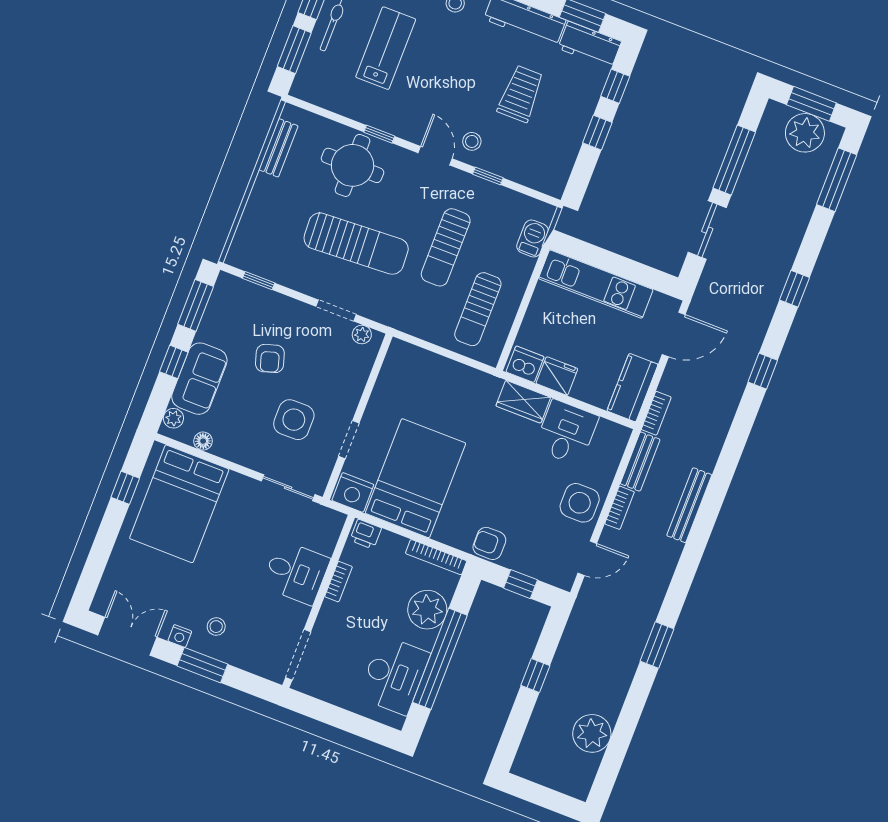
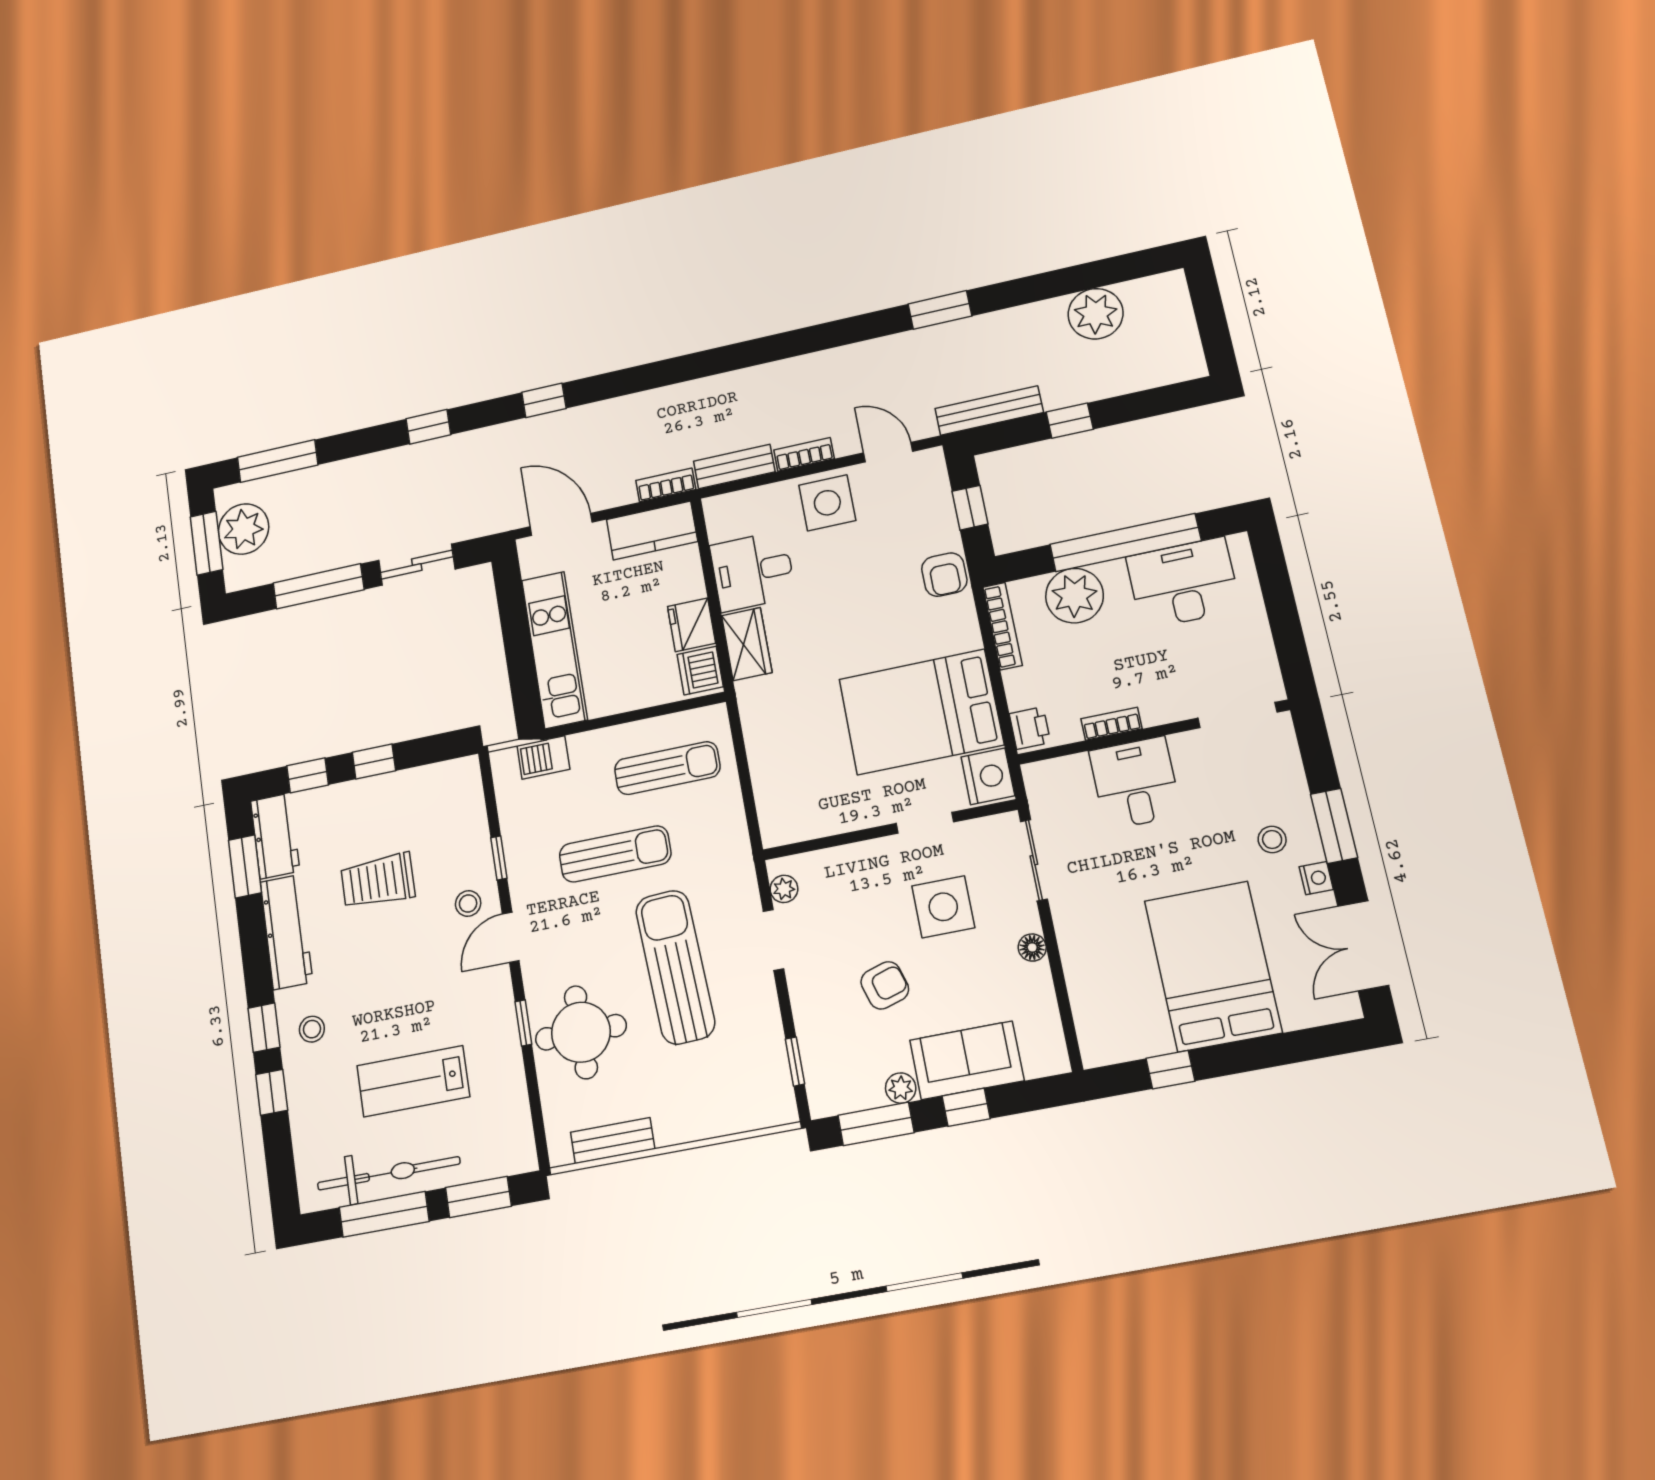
plant: (173, 418) -> (901, 1088), moved
floor lamp: (203, 441) -> (1032, 947), moved
bed: (179, 504) -> (1213, 966), moved, turned -90
bench: (689, 505) -> (989, 411), moved

